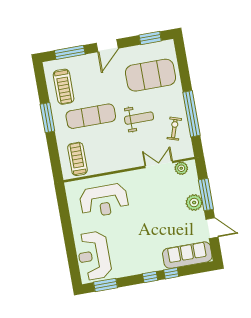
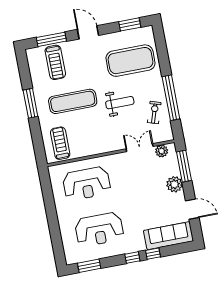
door: (107, 46) -> (88, 32), swing flipped
treadmill: (64, 87) -> (55, 62), moved
window: (206, 195) -> (184, 166), moved
reception desk: (94, 256) -> (99, 229), moved, turned -90

